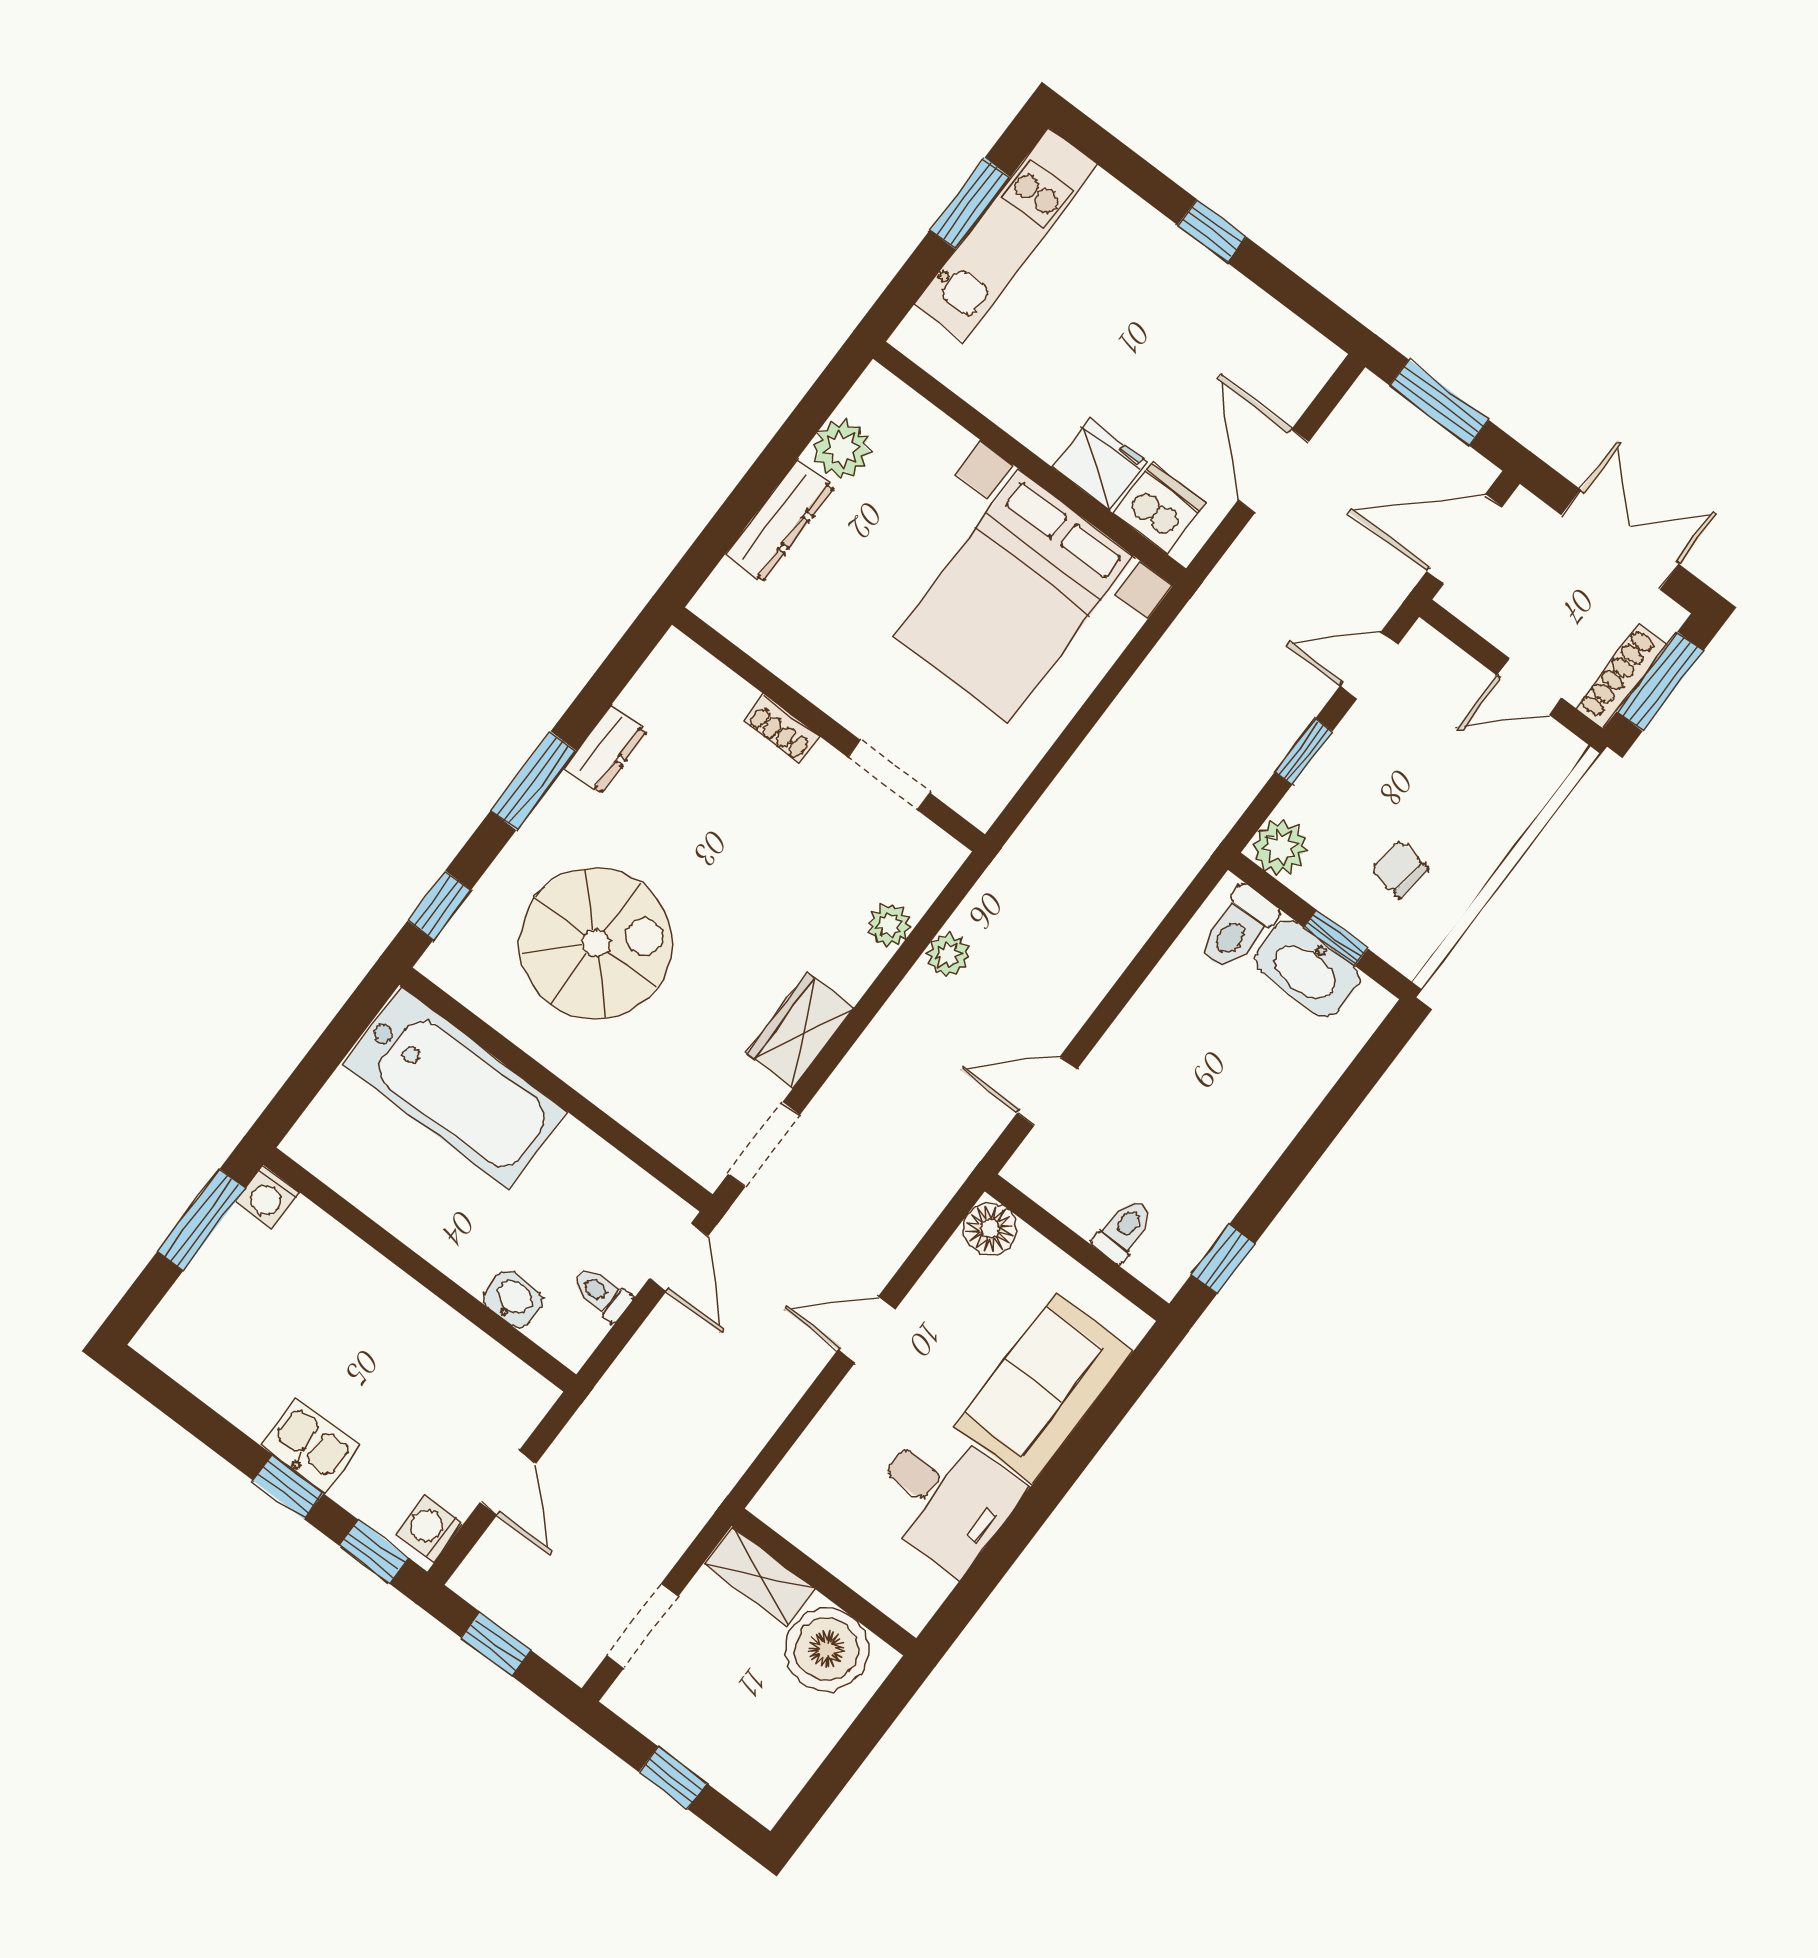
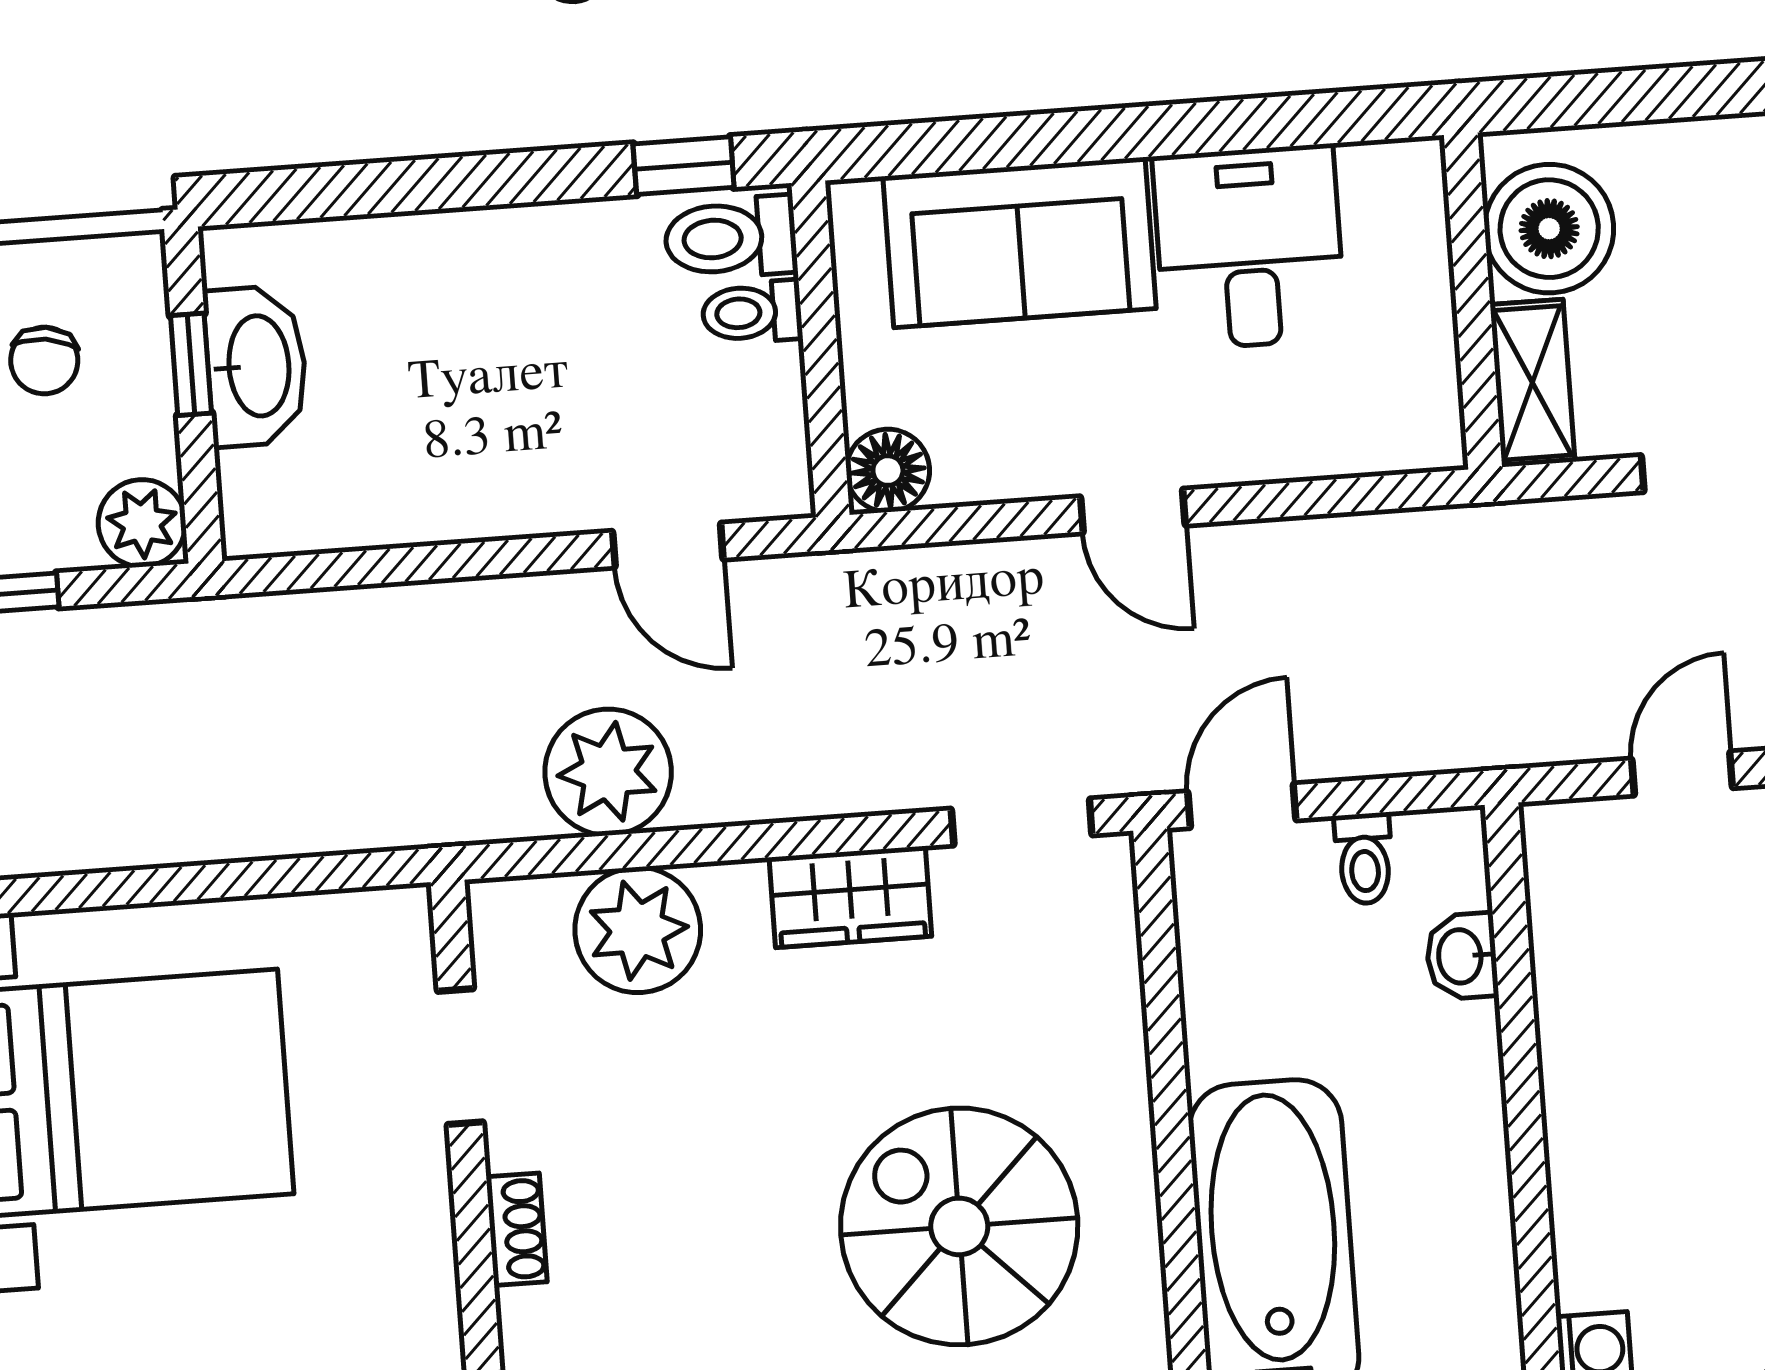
plant: (889, 925) -> (638, 930), width x1.88, depth x1.88
toilet: (1237, 929) -> (731, 238), moved, turned 180
plant: (948, 955) -> (608, 772), width x1.88, depth x1.88

